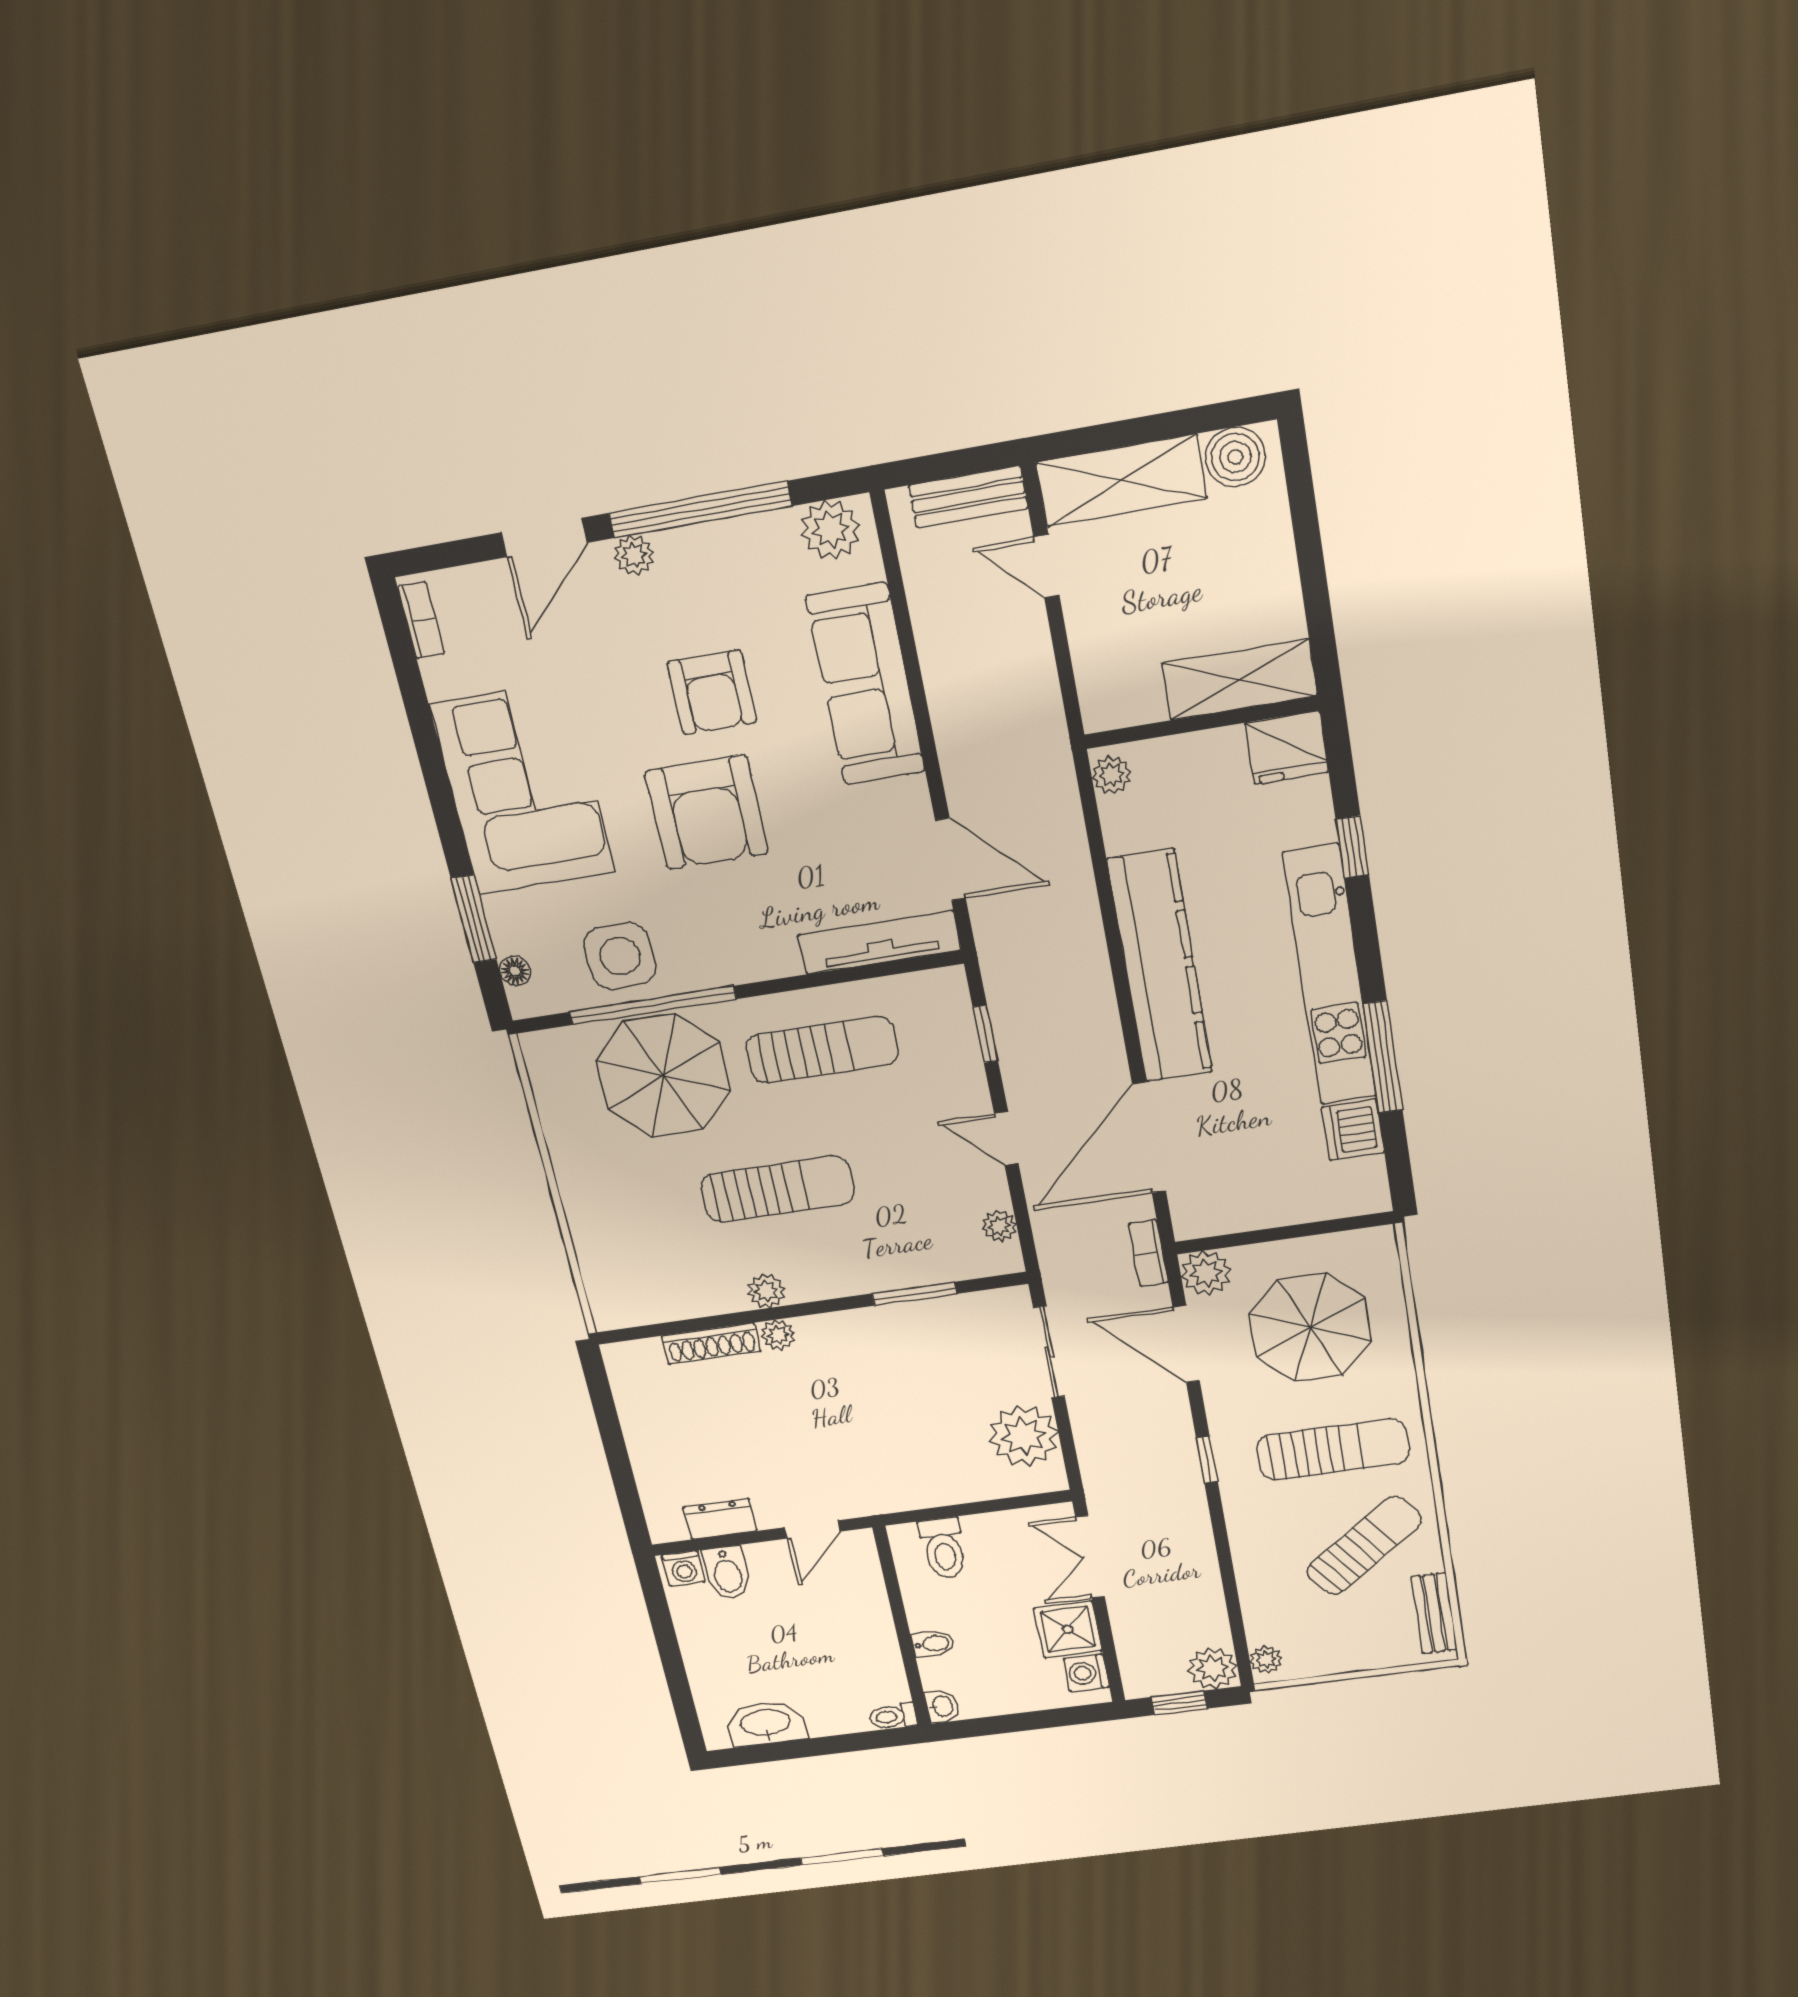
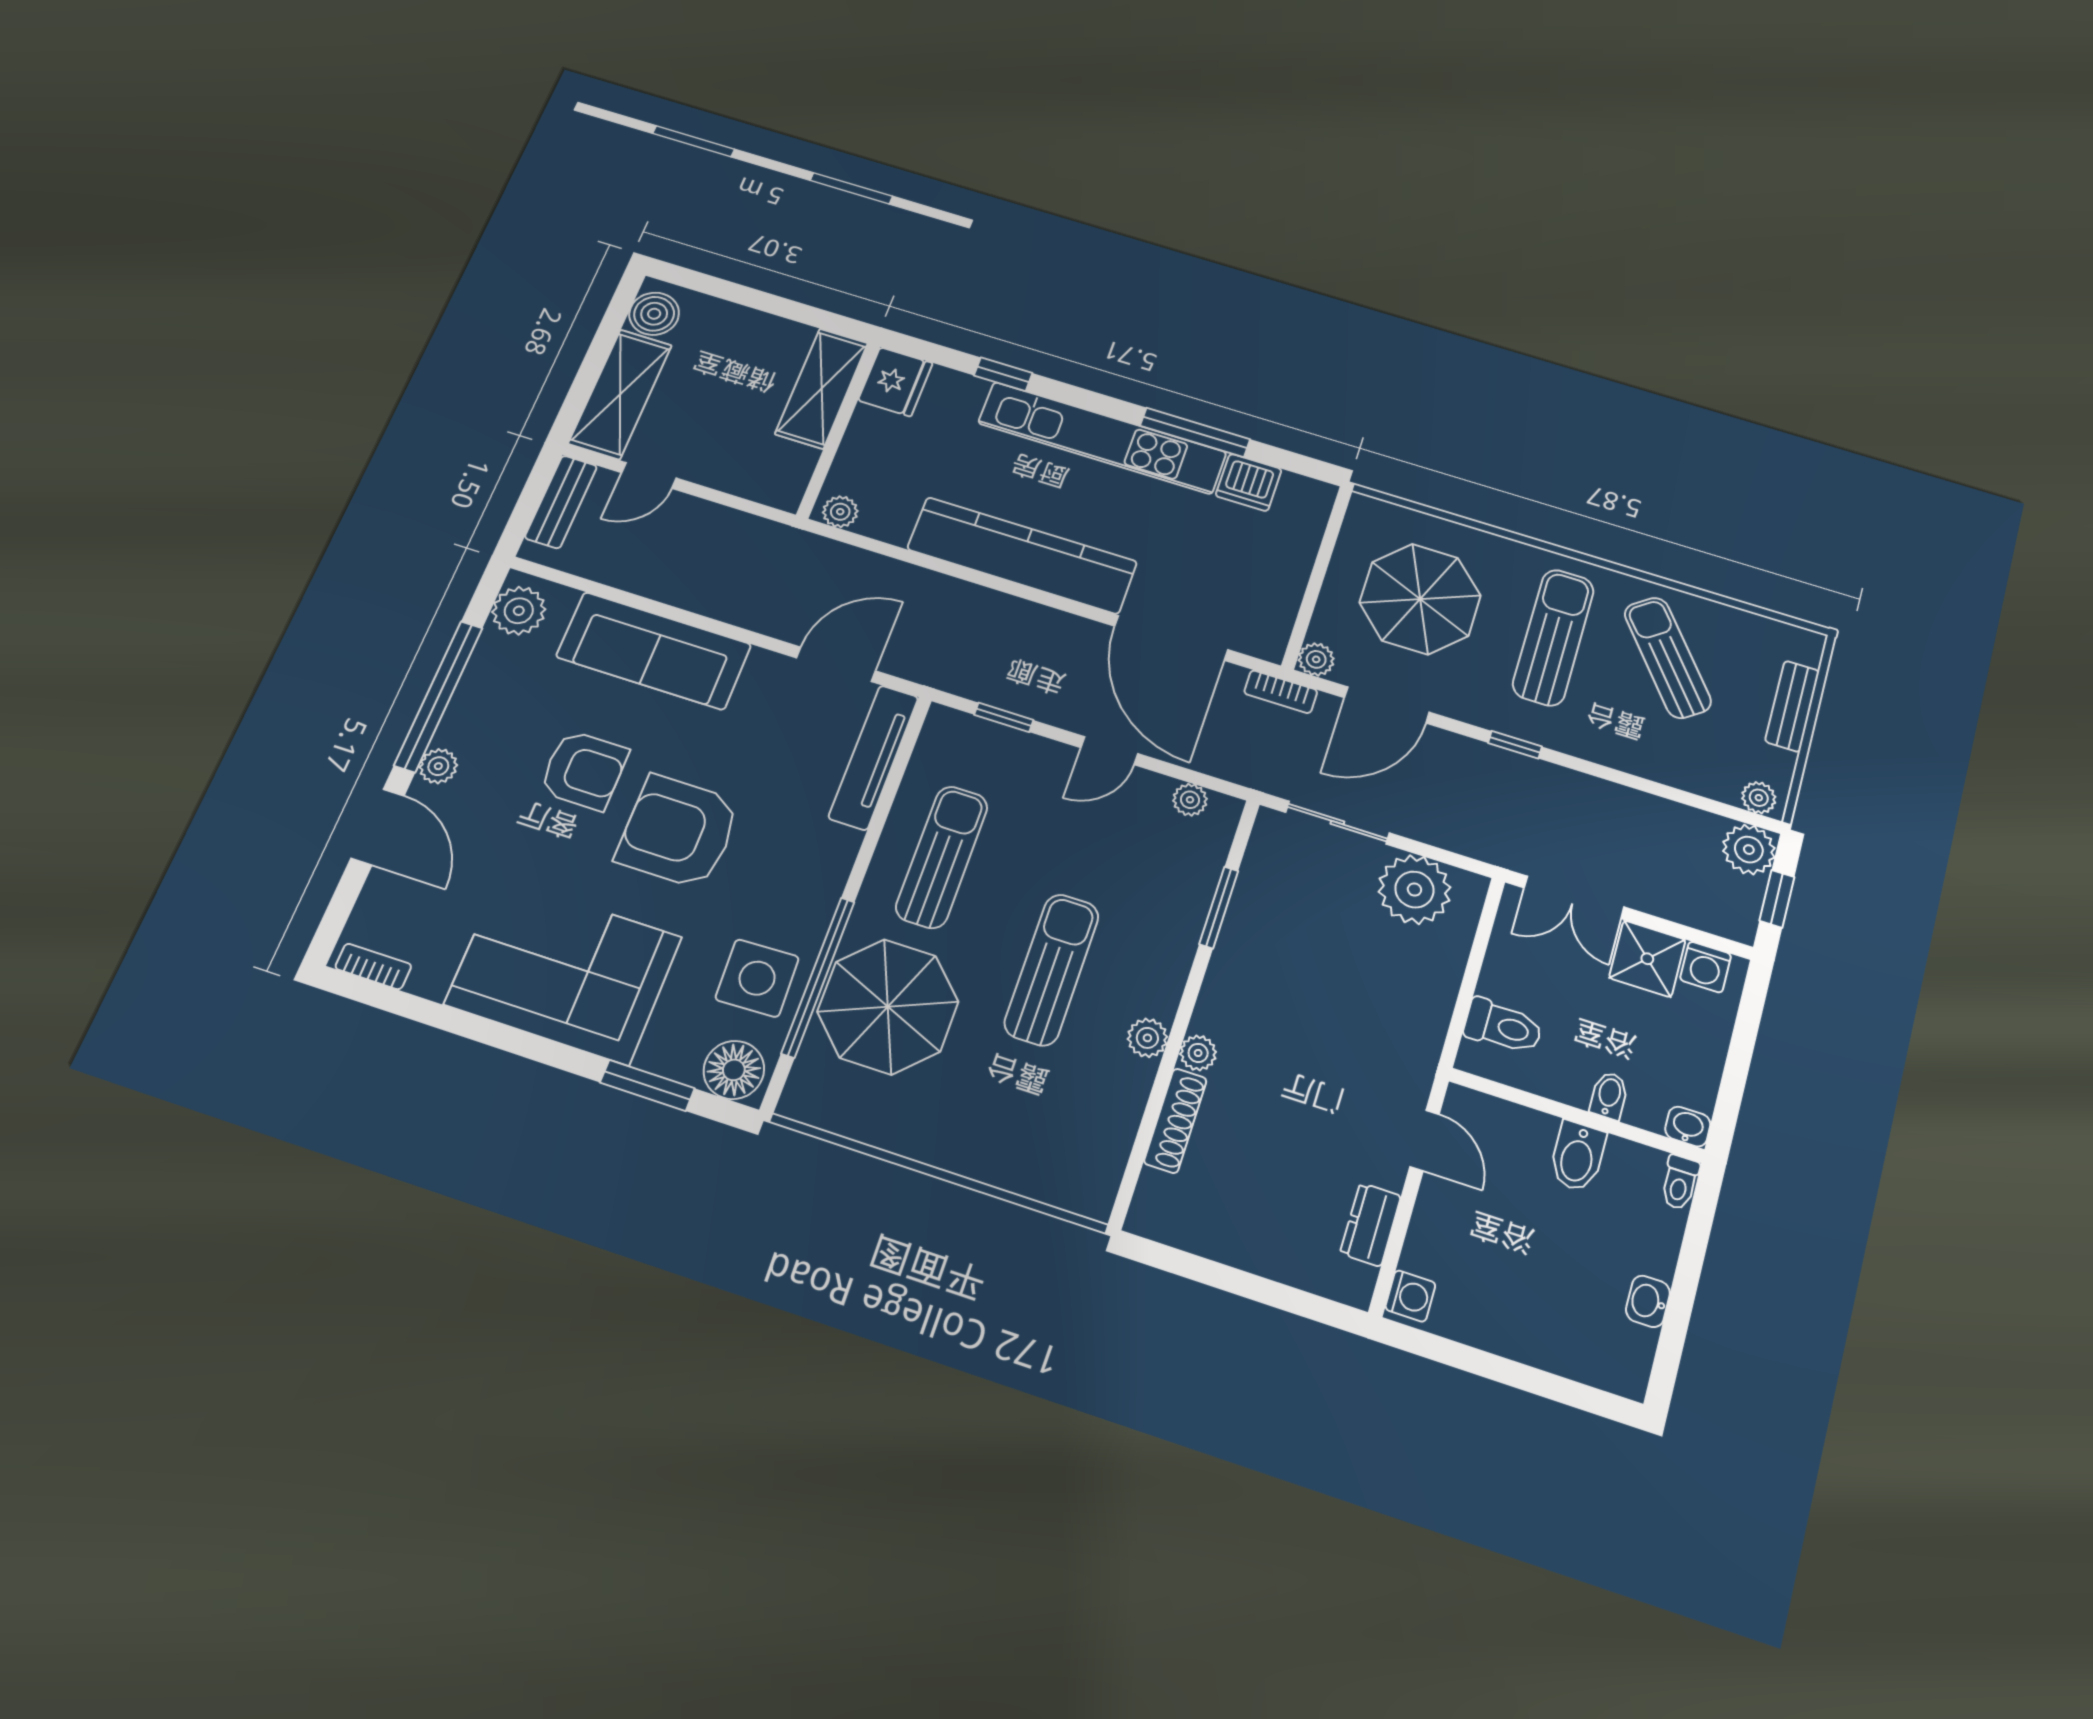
armchair: (707, 812) -> (678, 832), turned 180
floor lamp: (515, 971) -> (734, 1070), width x1.89, depth x1.89
plant: (1206, 1273) -> (1316, 659), width x0.73, depth x0.73
bidet: (727, 1573) -> (1577, 1156), moved, turned 90
bench: (1434, 1613) -> (1792, 706), moved, turned 90
washbasin: (766, 1723) -> (1648, 1301), width x0.52, depth x0.69

